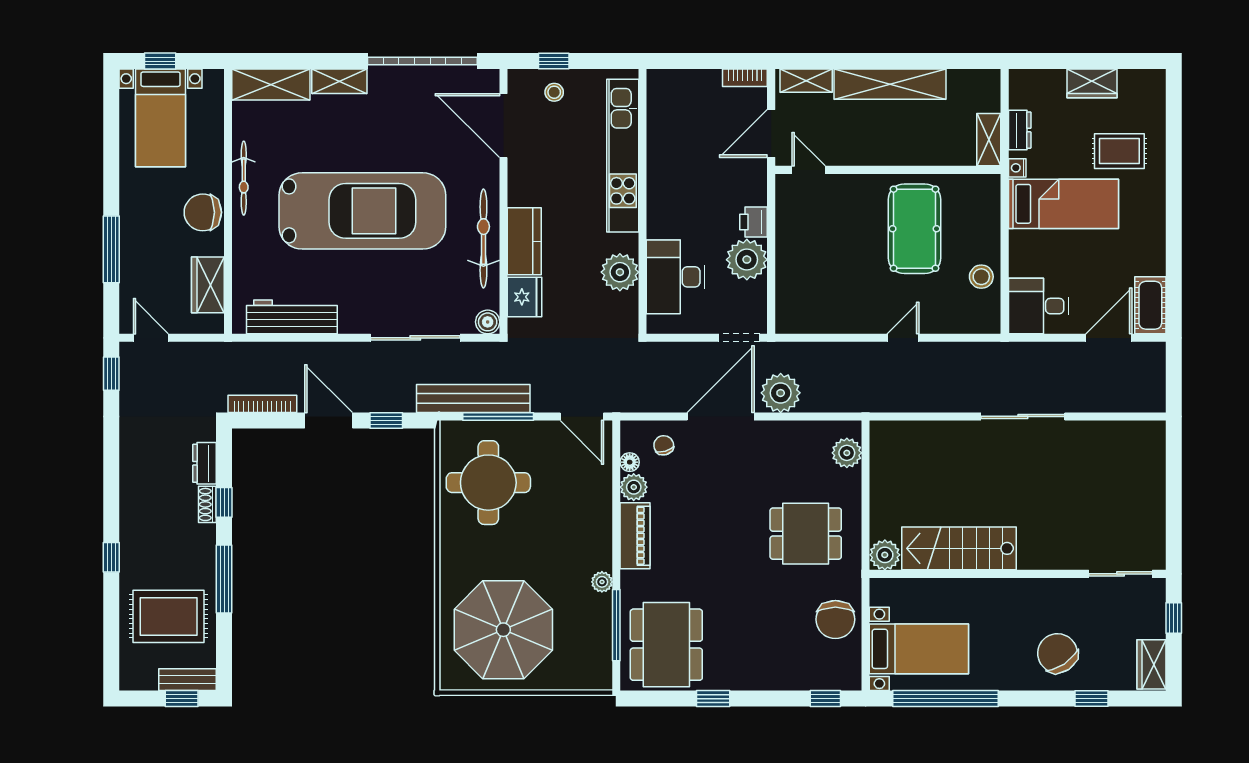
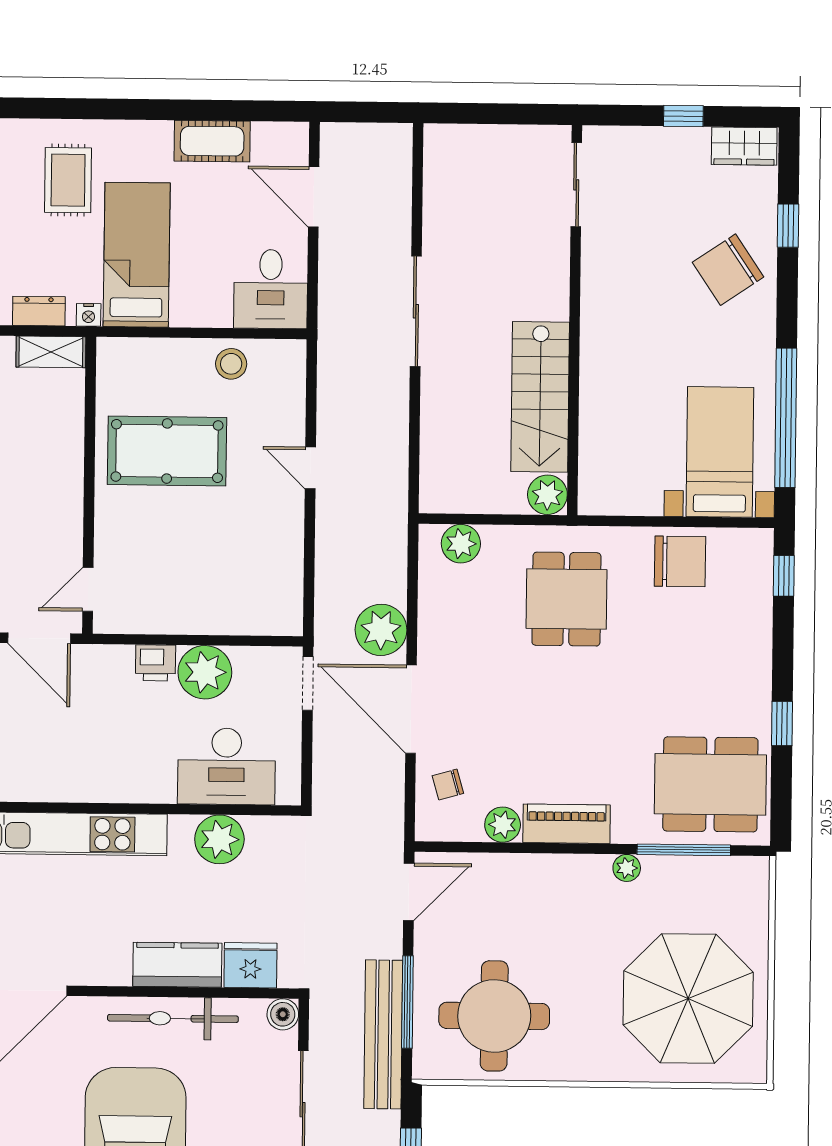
cot: (1150, 305) -> (212, 141), moved
floor lamp: (630, 462) -> (470, 830), removed
stairs: (959, 548) -> (540, 397), moved
plant: (885, 555) -> (547, 495), moved
wall: (1018, 574) -> (575, 320), moved
sliding door: (1121, 574) -> (576, 185), moved

